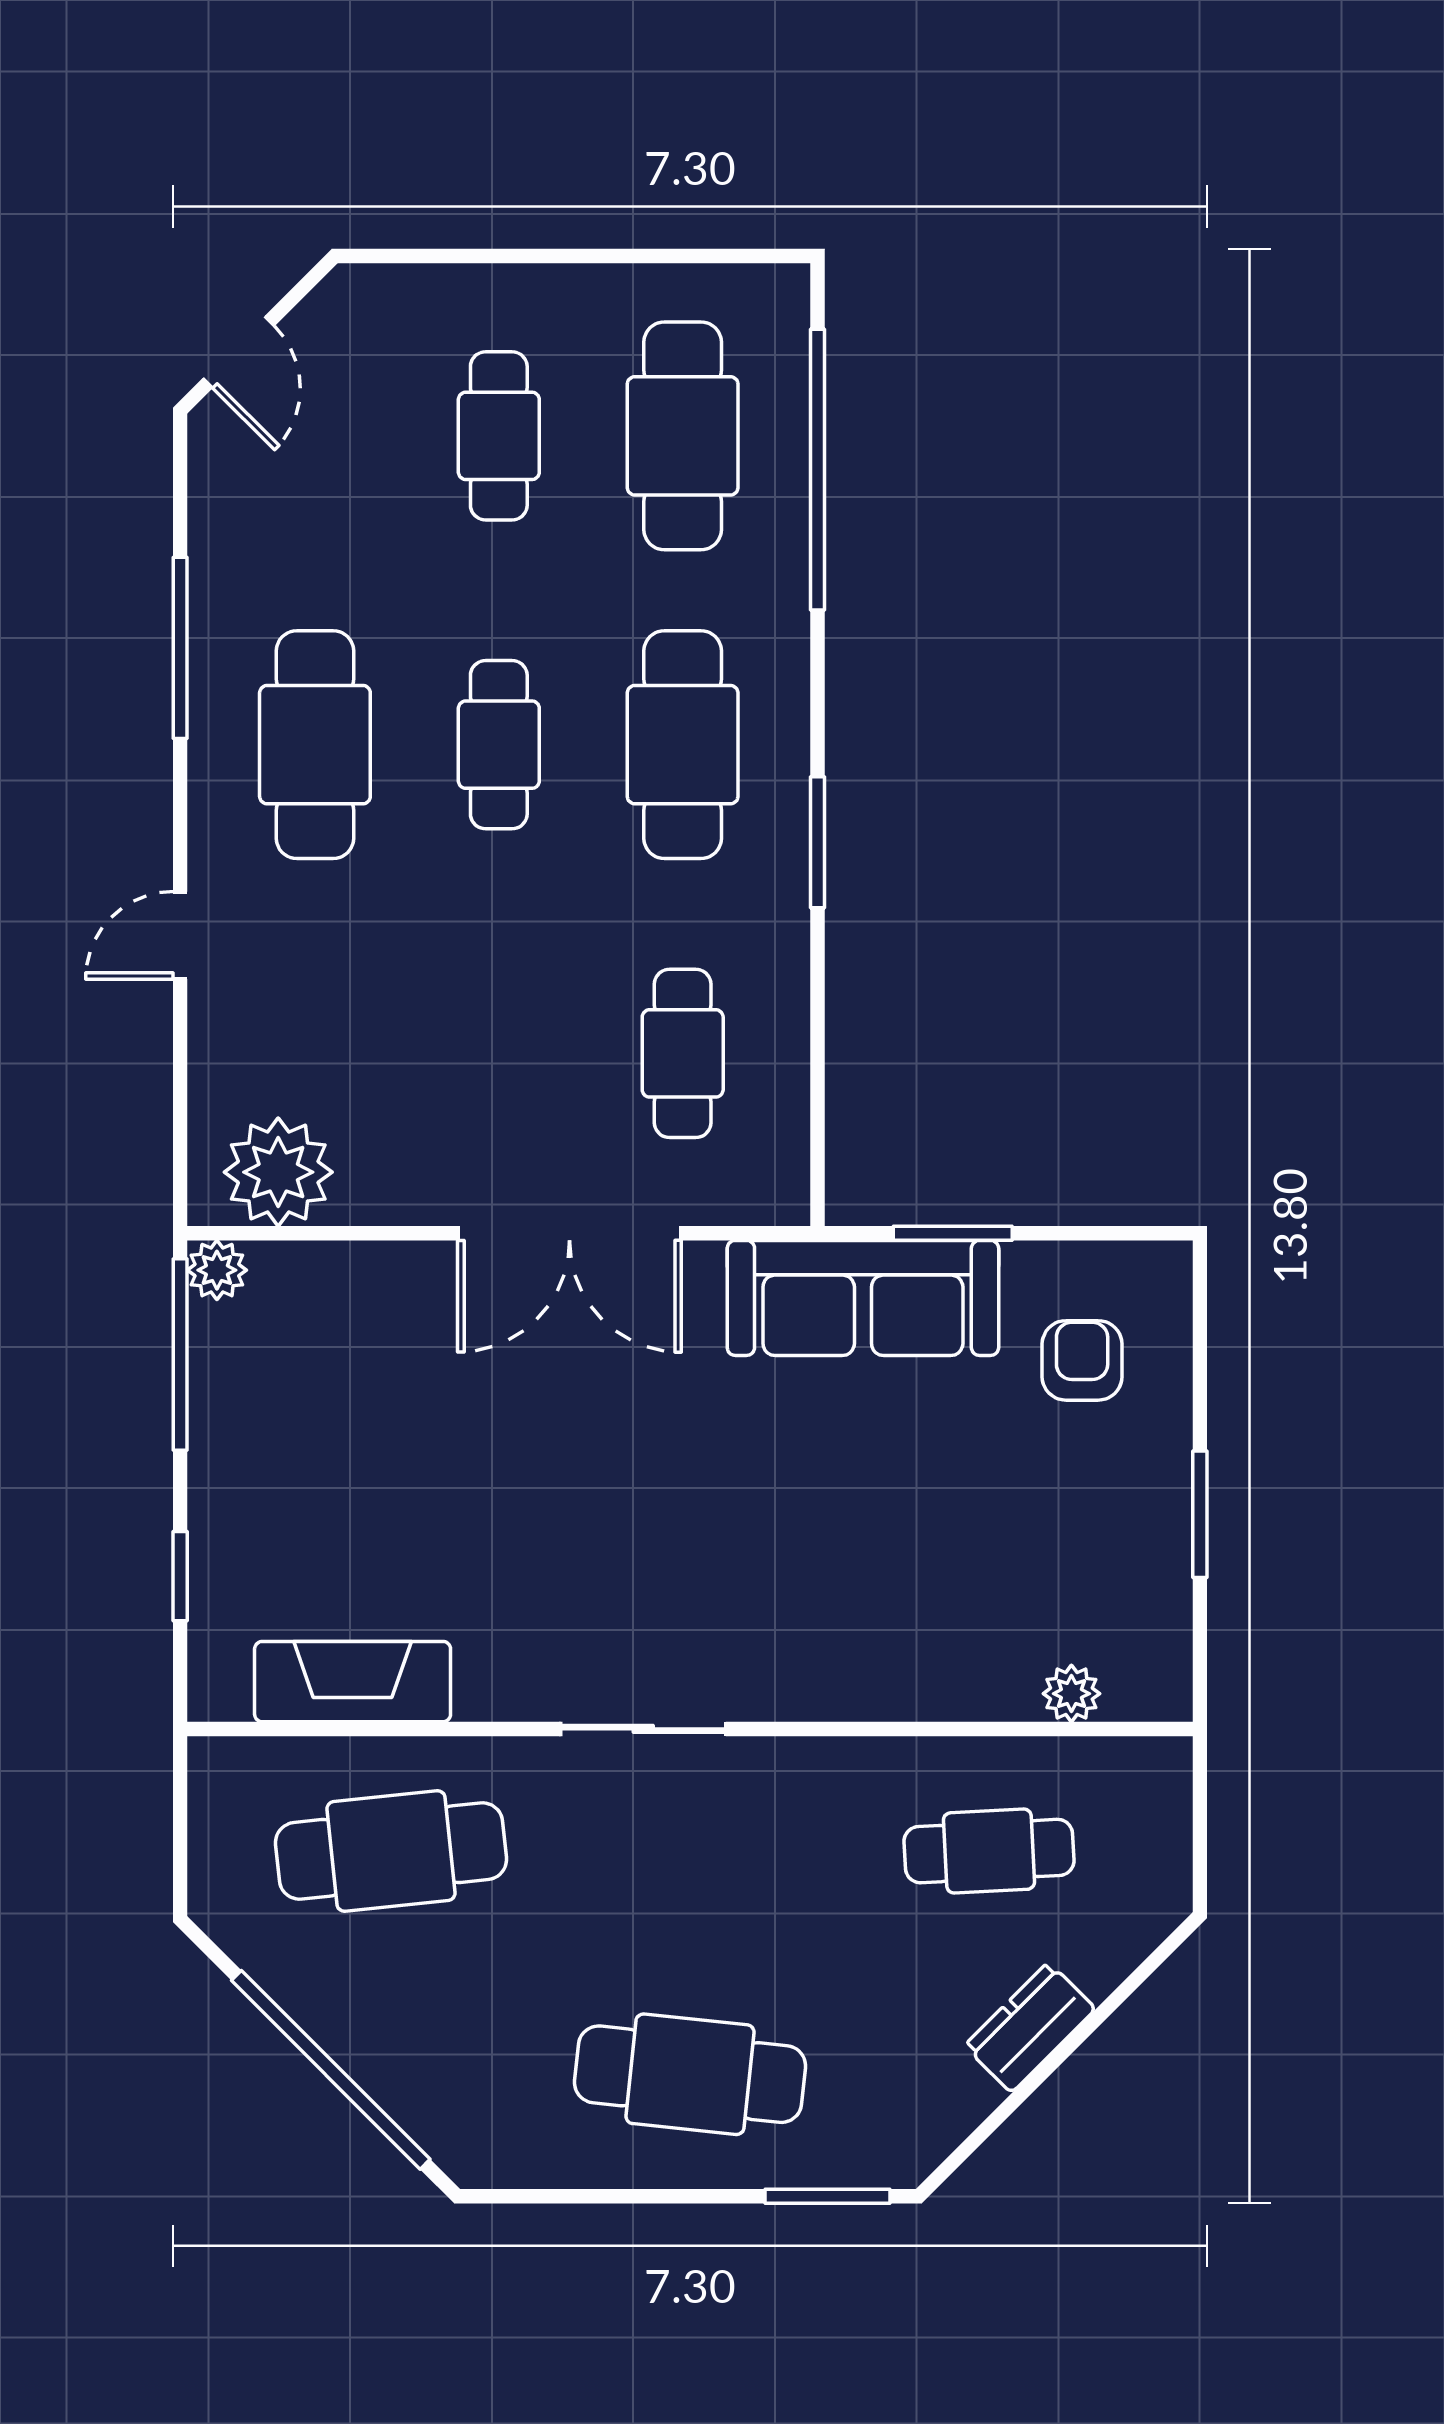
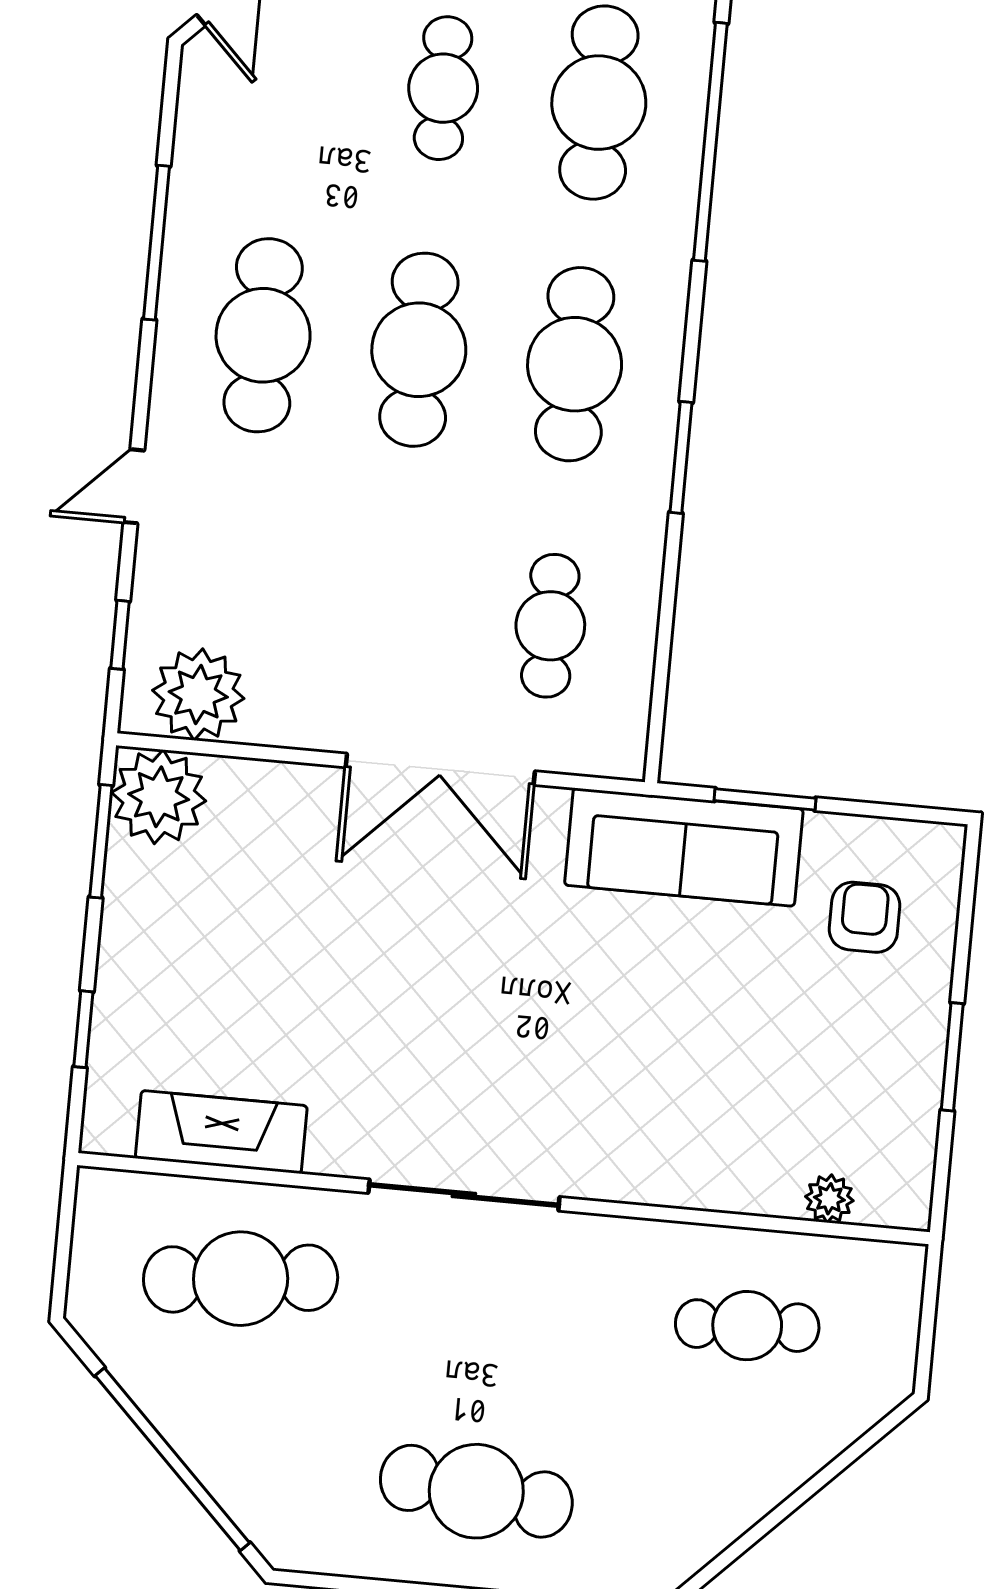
cafe table: (499, 745) -> (419, 350), width x1.37, depth x1.35
window: (180, 1111) -> (120, 635), added
plant: (217, 1270) -> (159, 797), width x1.87, depth x1.87
window: (180, 1354) -> (101, 841), width x0.69
sliding door: (643, 1729) -> (464, 1195), width x1.37
dresser: (1030, 2027) -> (768, 1478), removed

